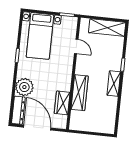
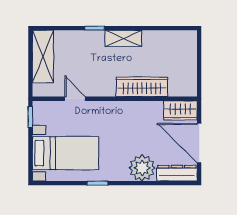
door: (76, 46) -> (75, 99), hinge flipped
wardrobe: (62, 103) -> (180, 111), moved
door: (37, 128) -> (199, 143), hinge flipped

